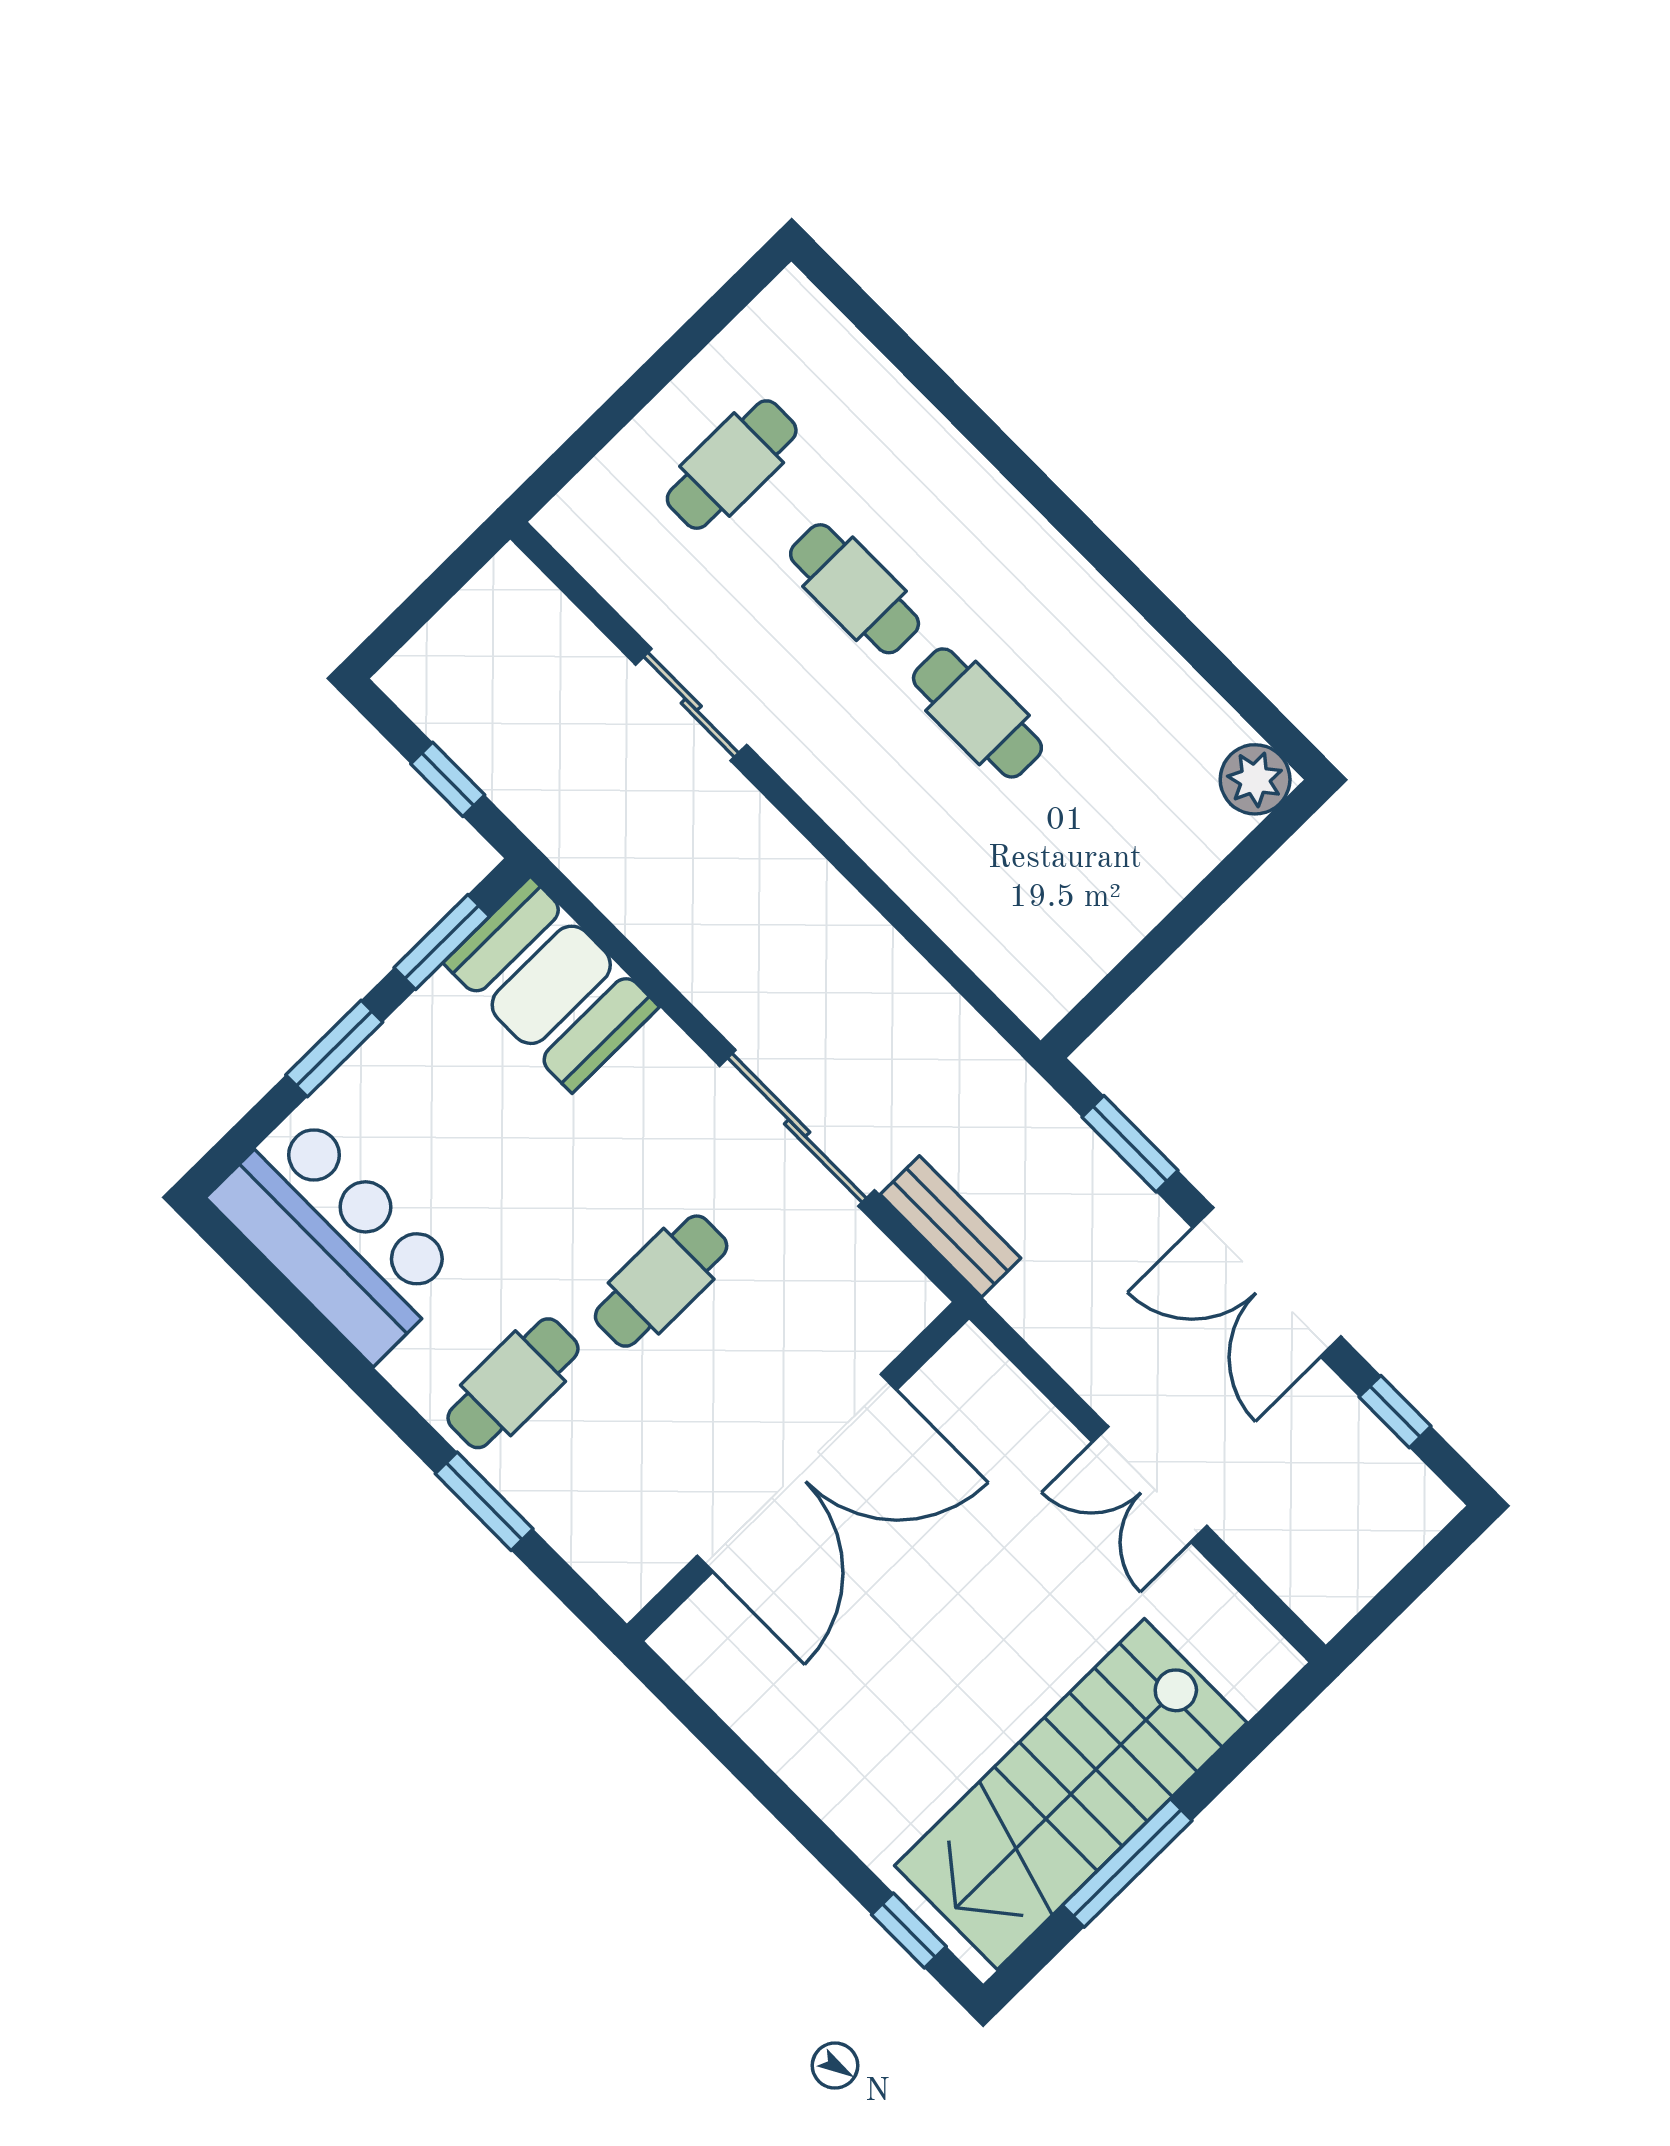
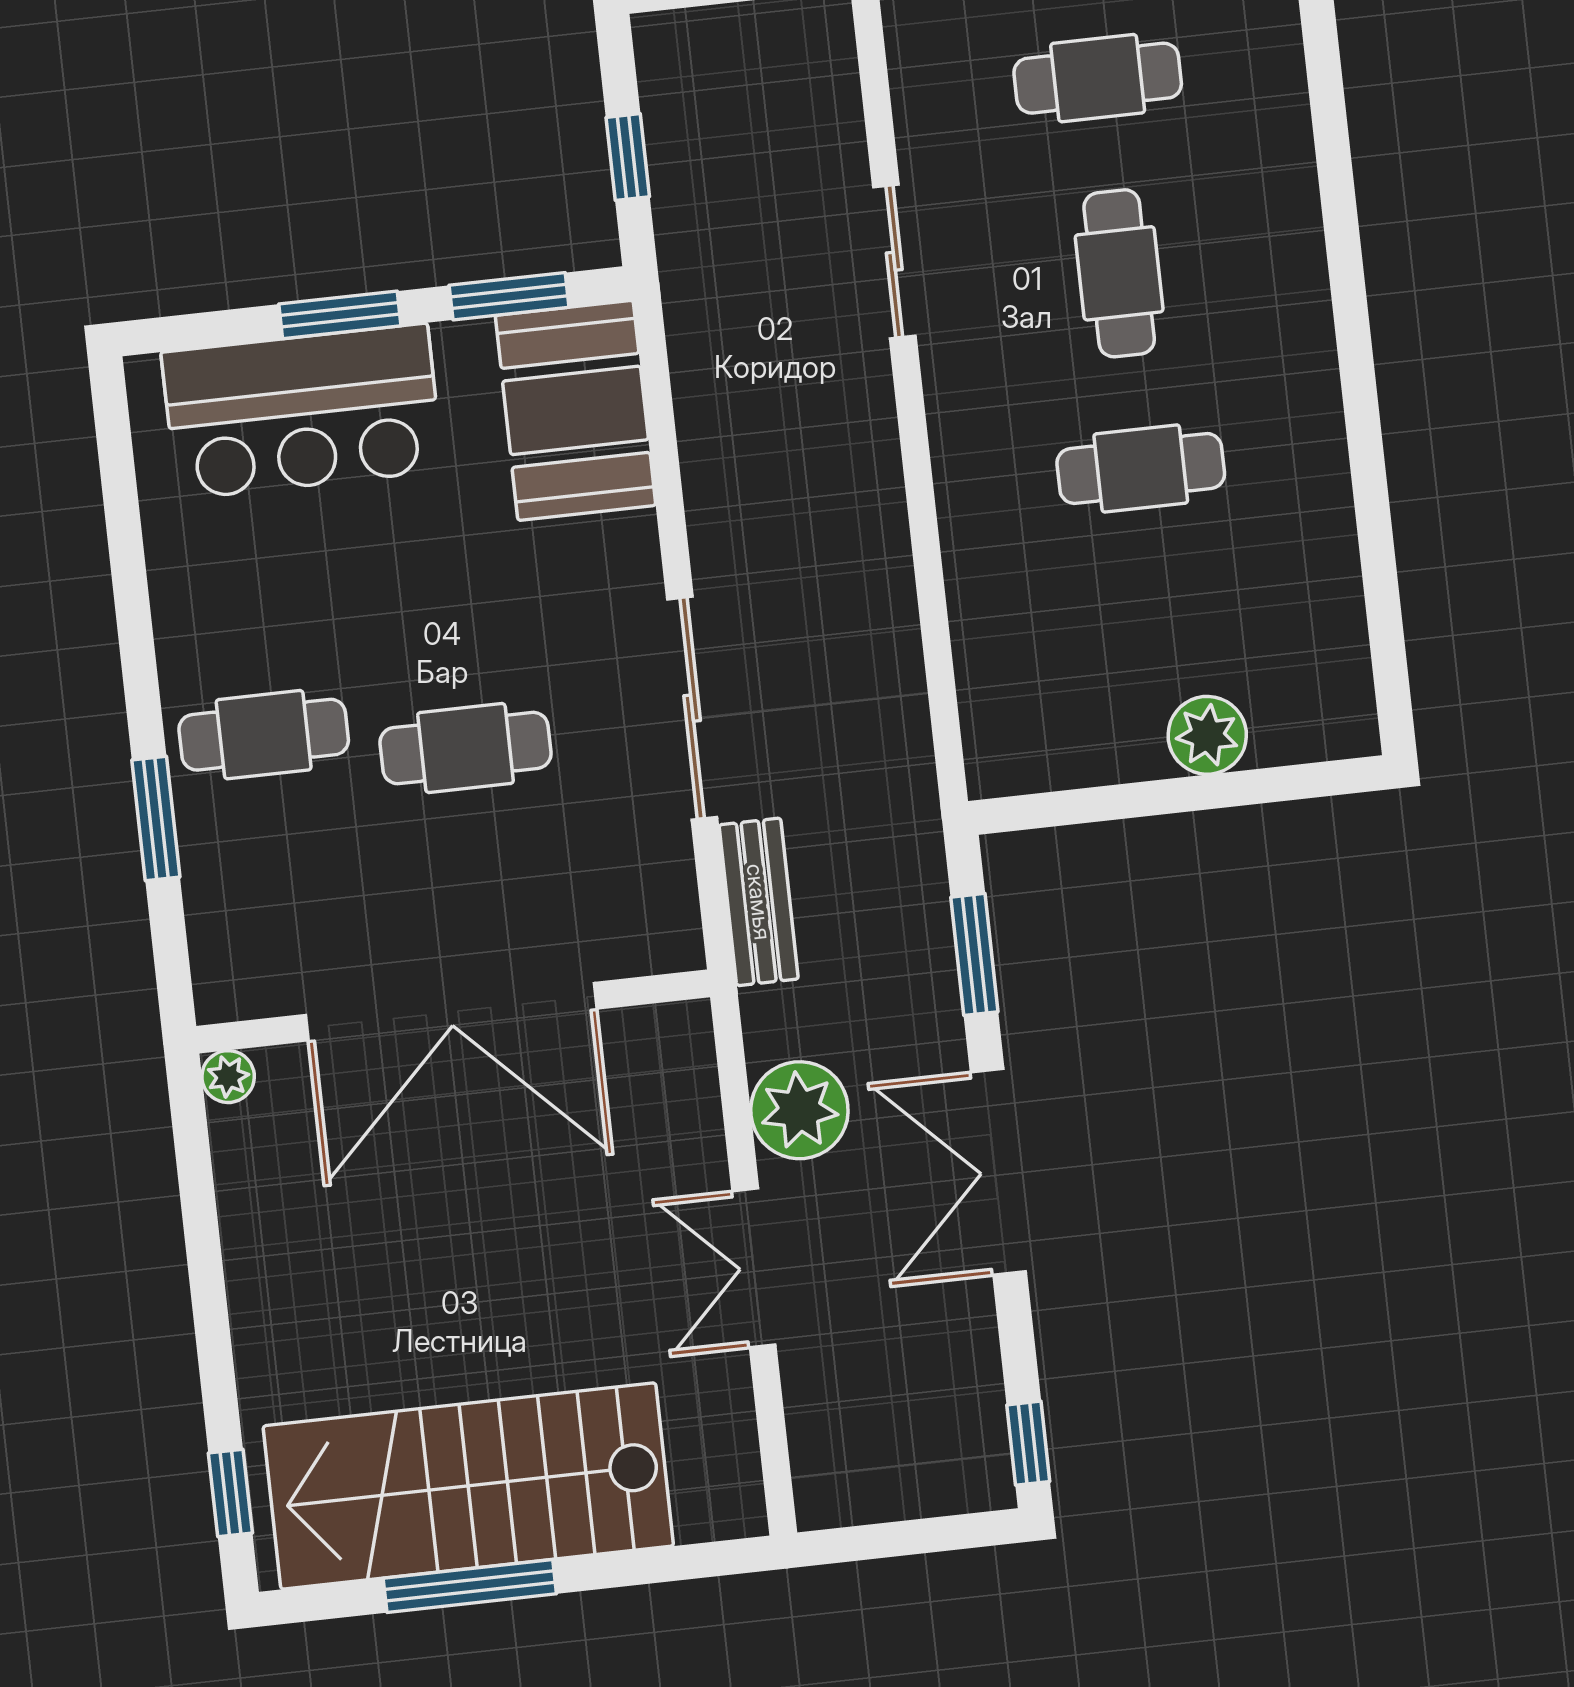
cafe table: (977, 713) -> (1141, 468), turned 90
plant: (1255, 779) -> (1207, 735), moved
bar counter: (336, 1236) -> (302, 411), moved, turned 90
plant: (1094, 1349) -> (799, 1110), added
window: (1395, 1412) -> (1028, 1443), moved
plant: (677, 1641) -> (228, 1077), added

